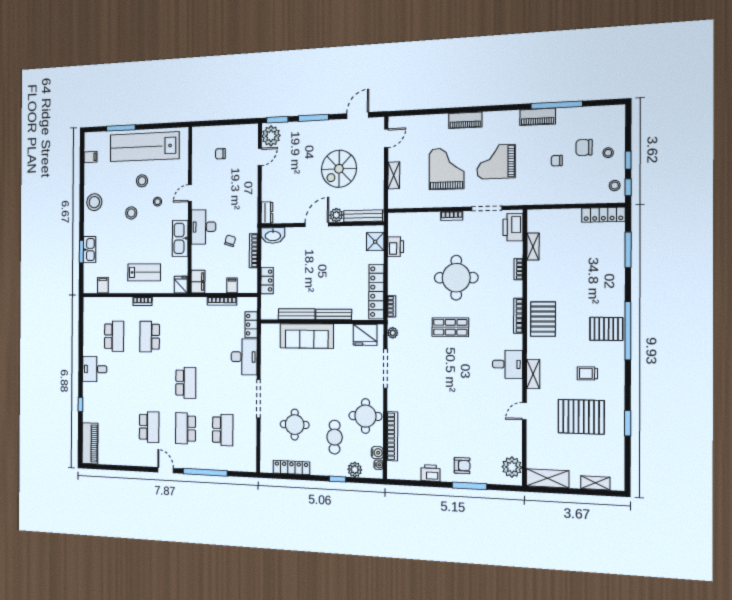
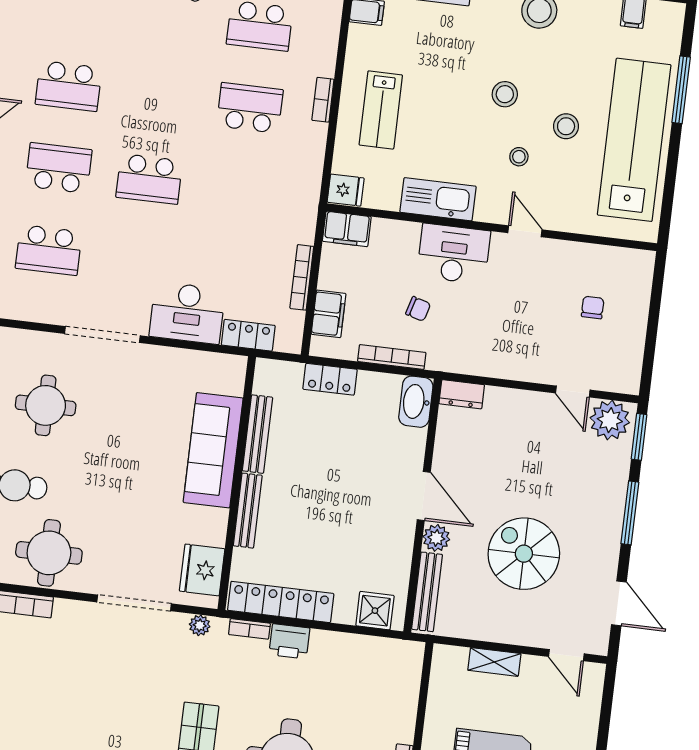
printer: (396, 247) -> (289, 641), moved
filing cabinet: (232, 285) -> (329, 314), width x2.00

